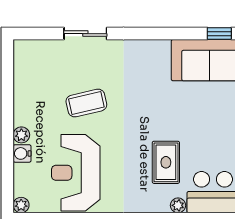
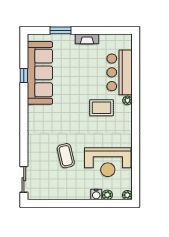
sliding door: (85, 34) -> (24, 179), moved
plant: (21, 135) -> (107, 195), moved

